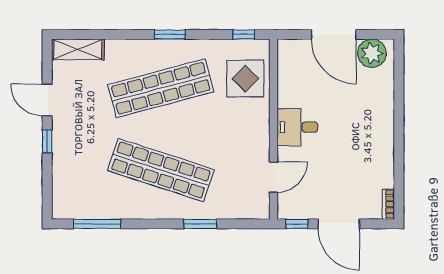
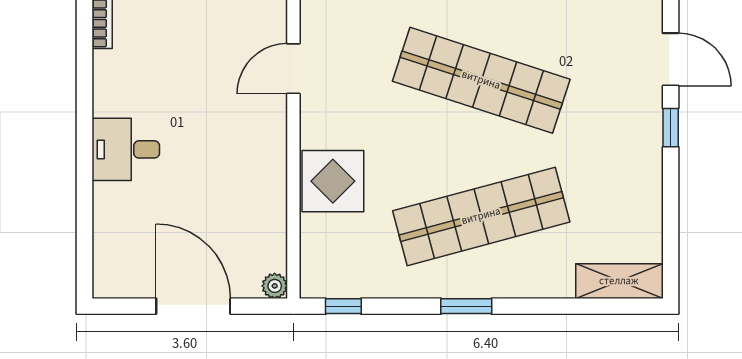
plant: (372, 53) -> (275, 286), moved, width x0.53, depth x0.53
display table: (245, 79) -> (333, 181), moved
door: (47, 100) -> (671, 59), moved
desk: (297, 127) -> (126, 149), moved, turned 180

